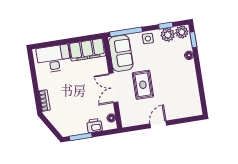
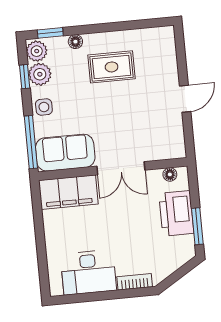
filing cabinet: (87, 50) -> (68, 192), moved, turned 90
desk: (54, 59) -> (88, 272), moved, turned -90
rug: (143, 85) -> (112, 67), moved
door: (158, 124) -> (185, 99), swing flipped
printer: (94, 126) -> (176, 213), width x1.87, depth x1.48

